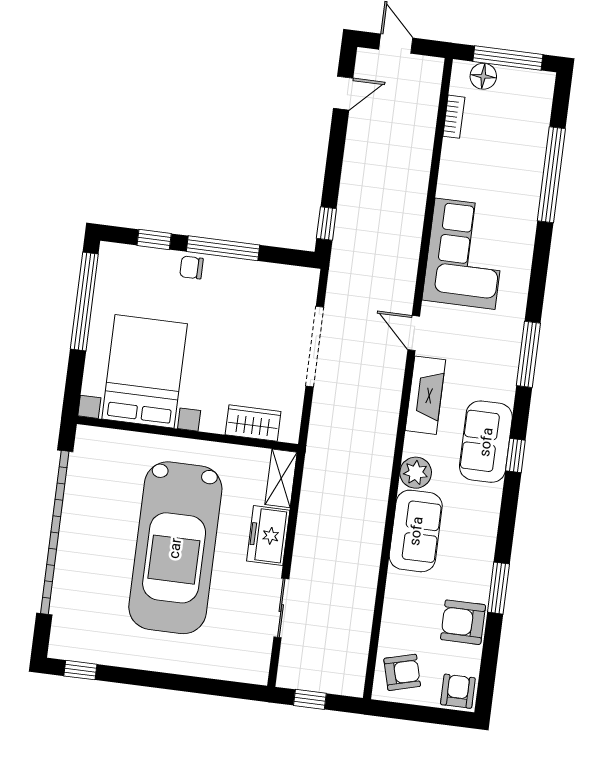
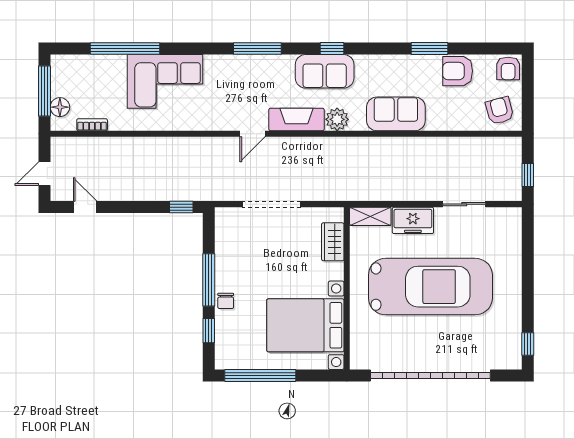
corner sofa: (465, 254) -> (165, 81), moved, turned 180
plant: (416, 473) -> (337, 119), moved
armchair: (463, 622) -> (458, 71), turned 90
armchair: (458, 691) -> (508, 68), turned -90

